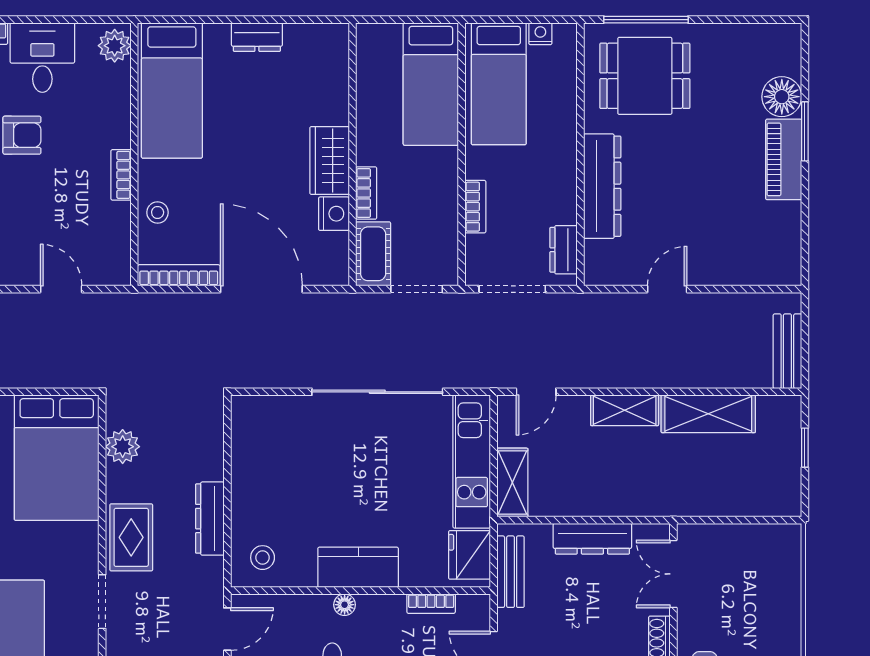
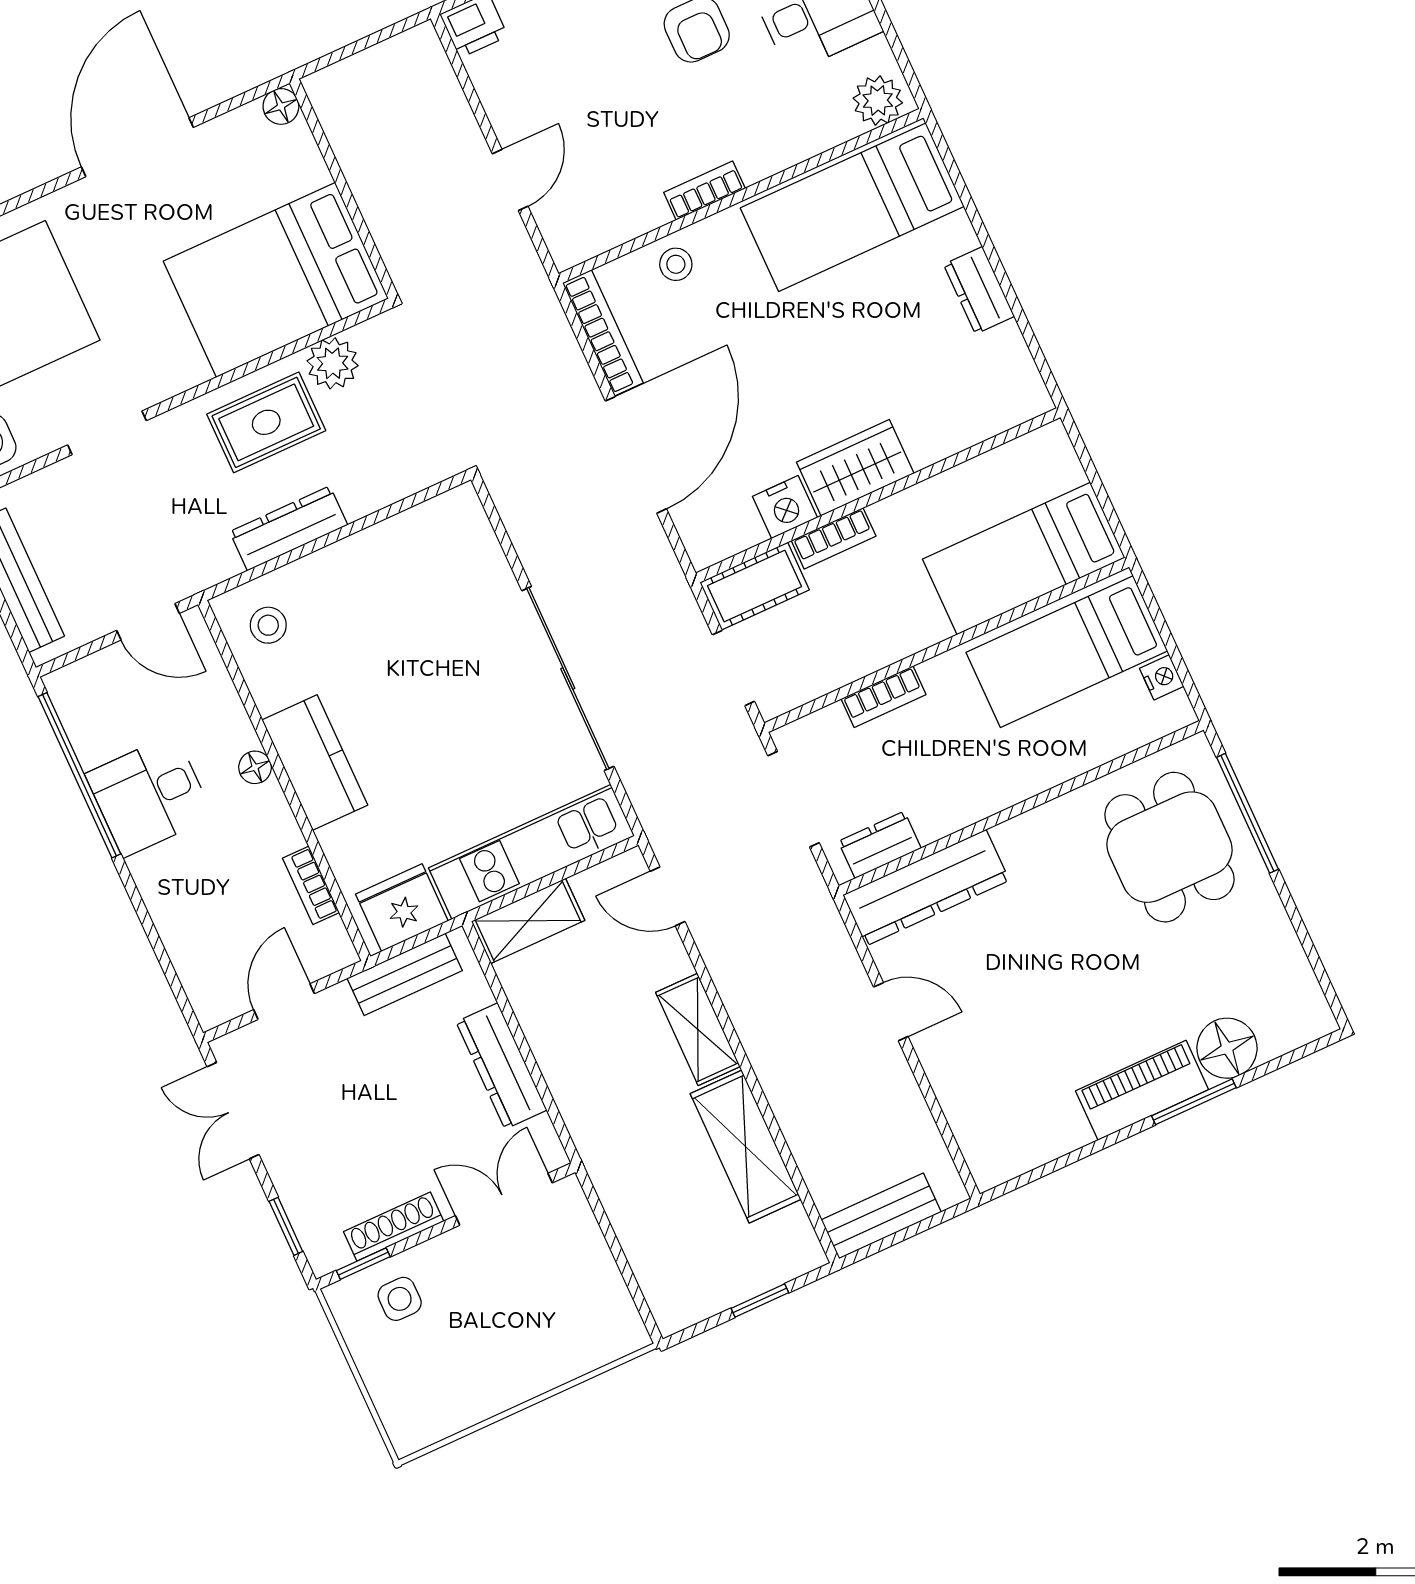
dresser: (602, 186) -> (926, 888), moved
rug: (131, 537) -> (266, 422), moved

